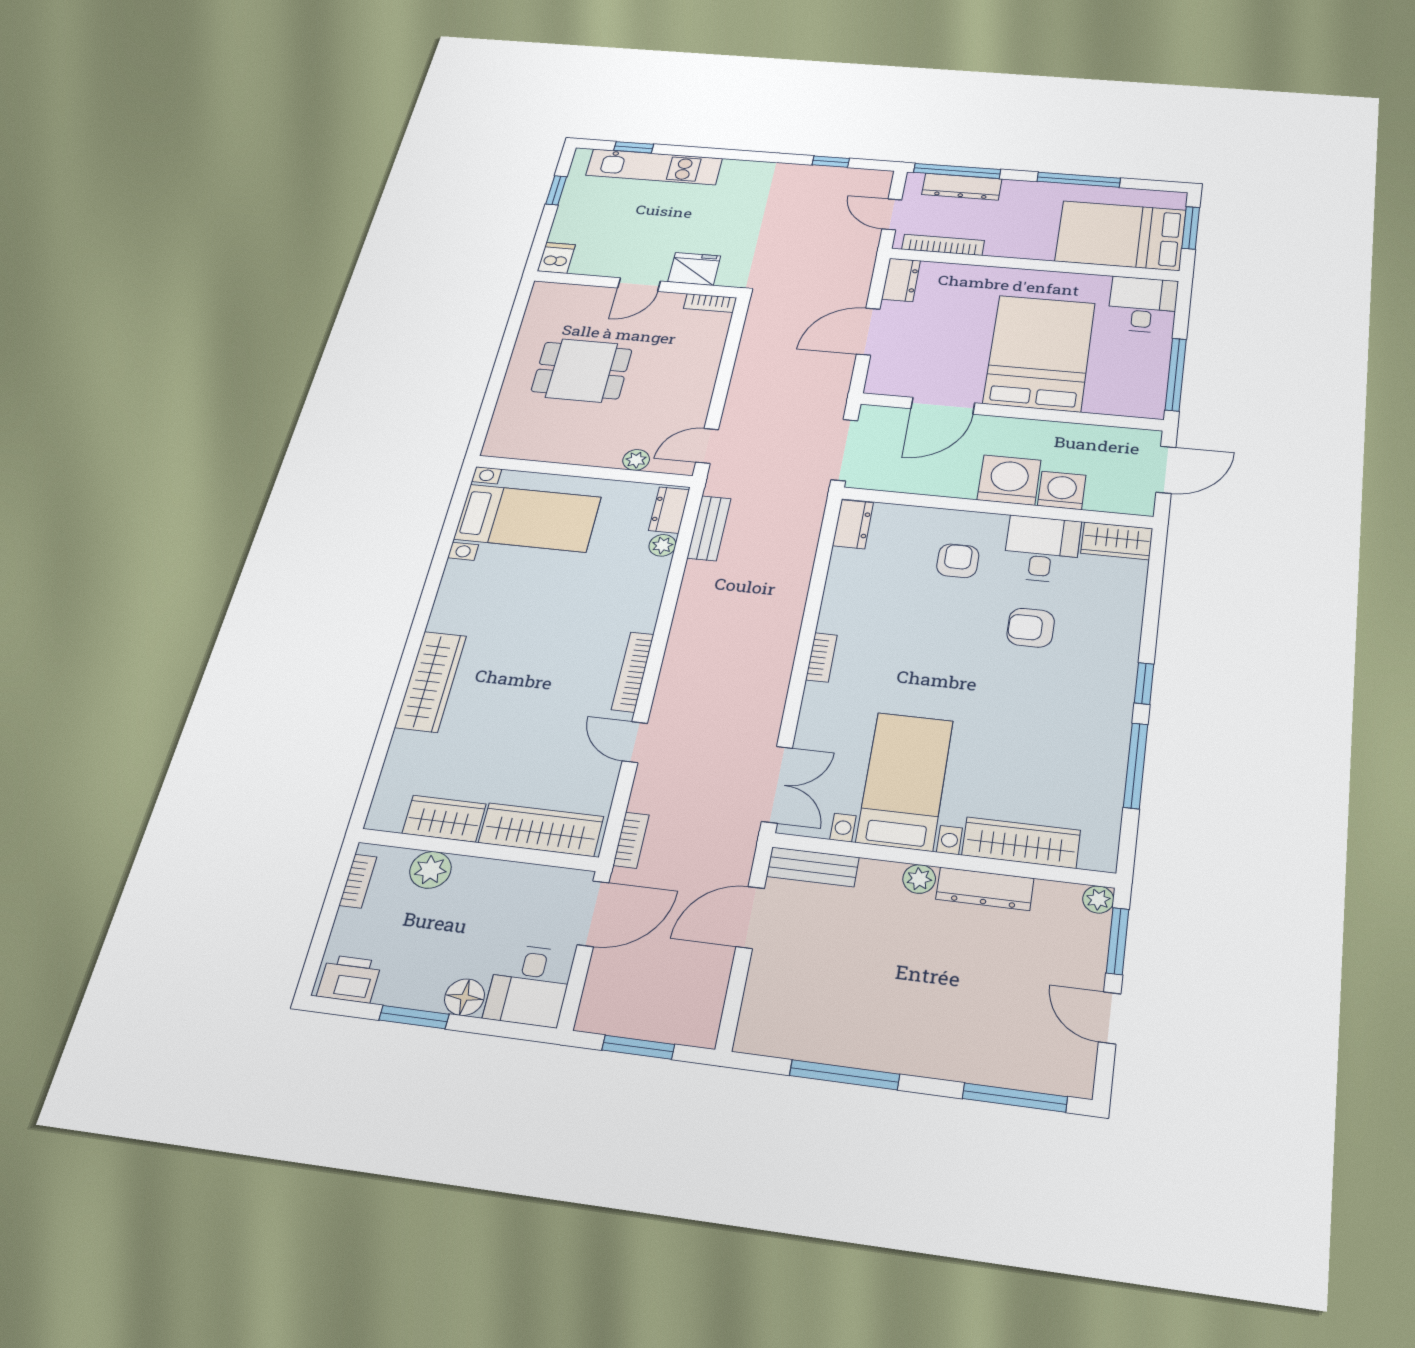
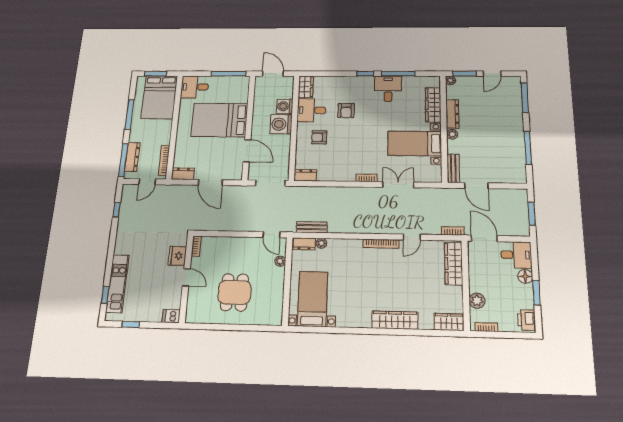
desk: (1088, 735) -> (388, 89), added
double door: (777, 785) -> (398, 185), moved
wardrobe: (444, 819) -> (449, 322), moved, turned 90

